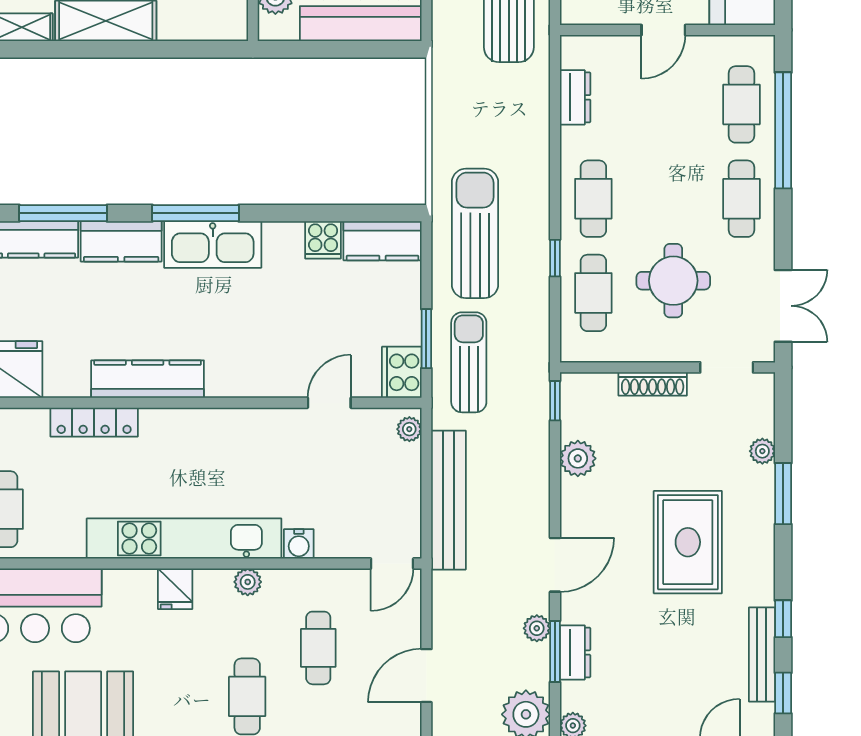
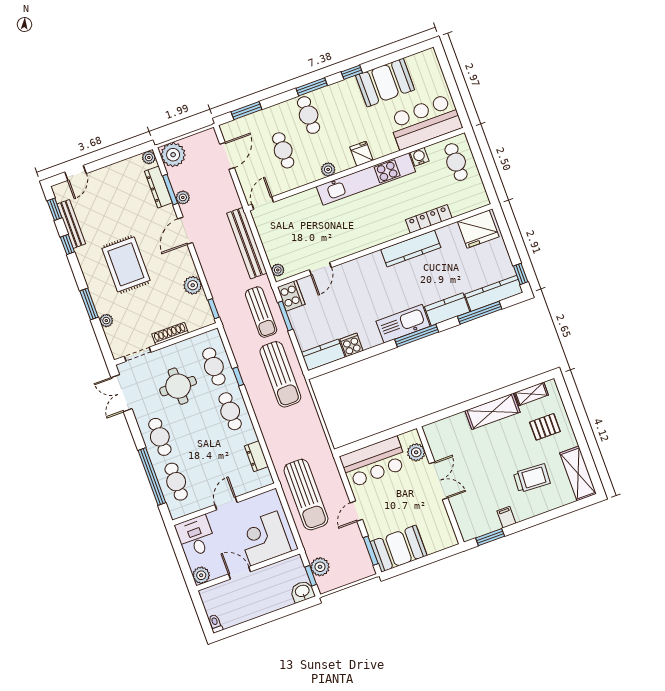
water cooler: (299, 544) -> (419, 157), moved
dresser: (575, 652) -> (158, 187), width x1.44

